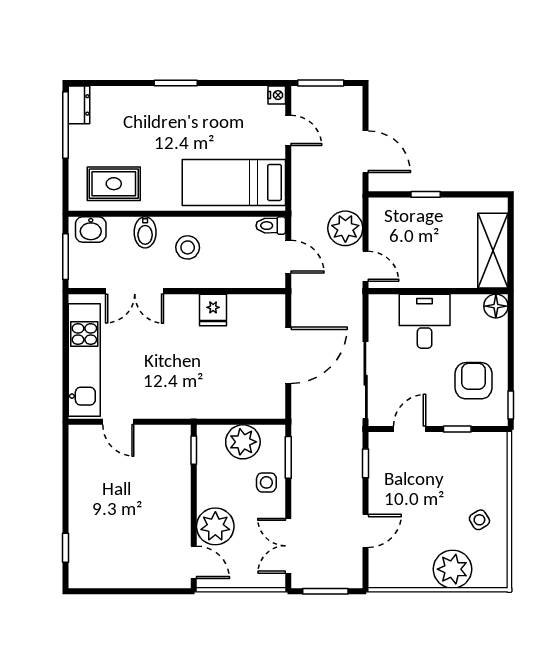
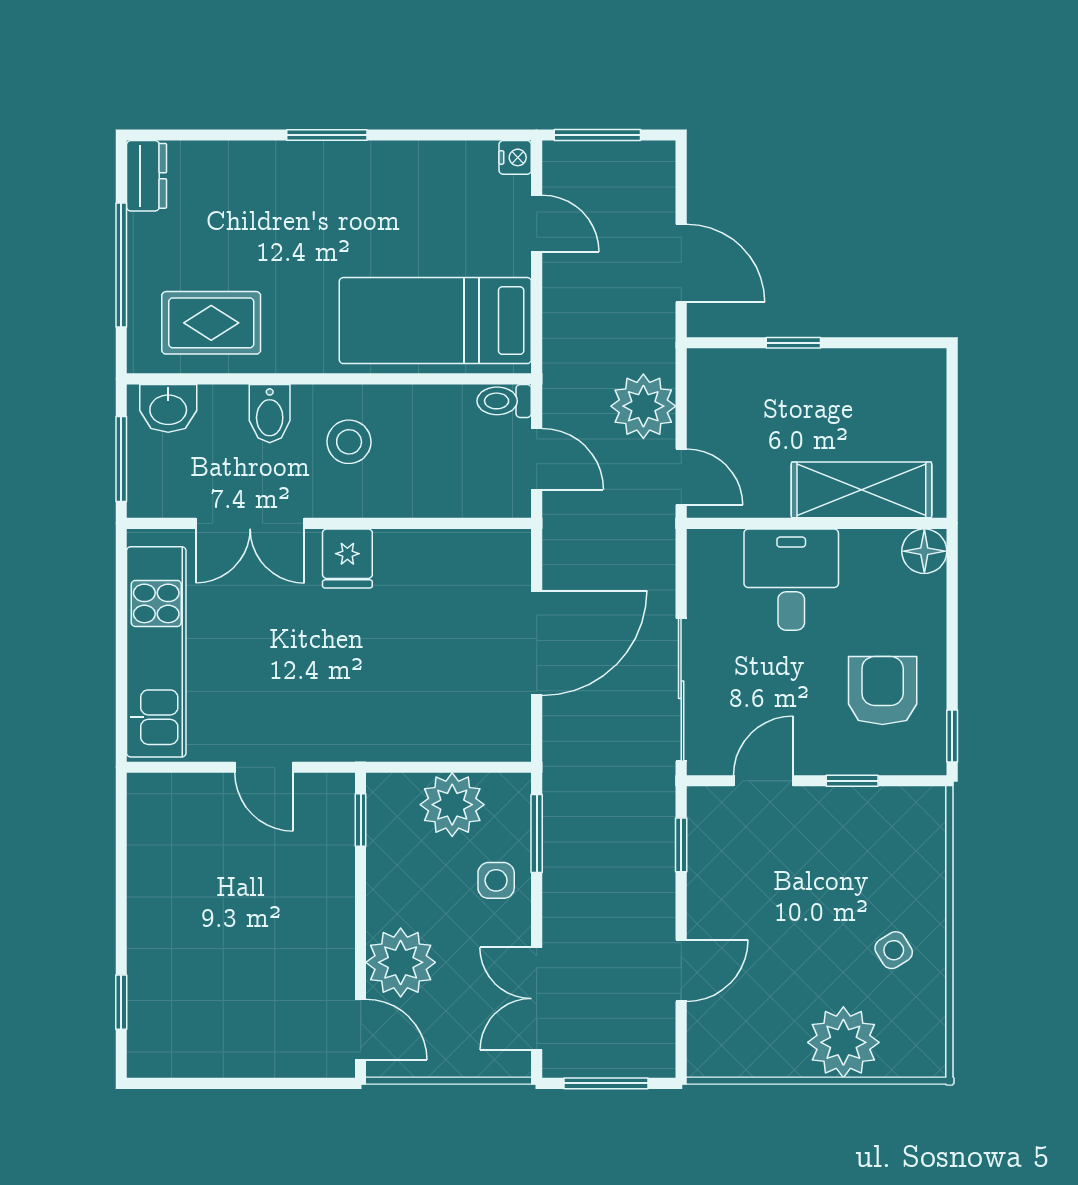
window: (66, 125) -> (121, 265), moved
shelving: (493, 251) -> (861, 490), moved, turned 90
fridge: (213, 310) -> (347, 558), moved
door: (118, 422) -> (264, 767), moved

